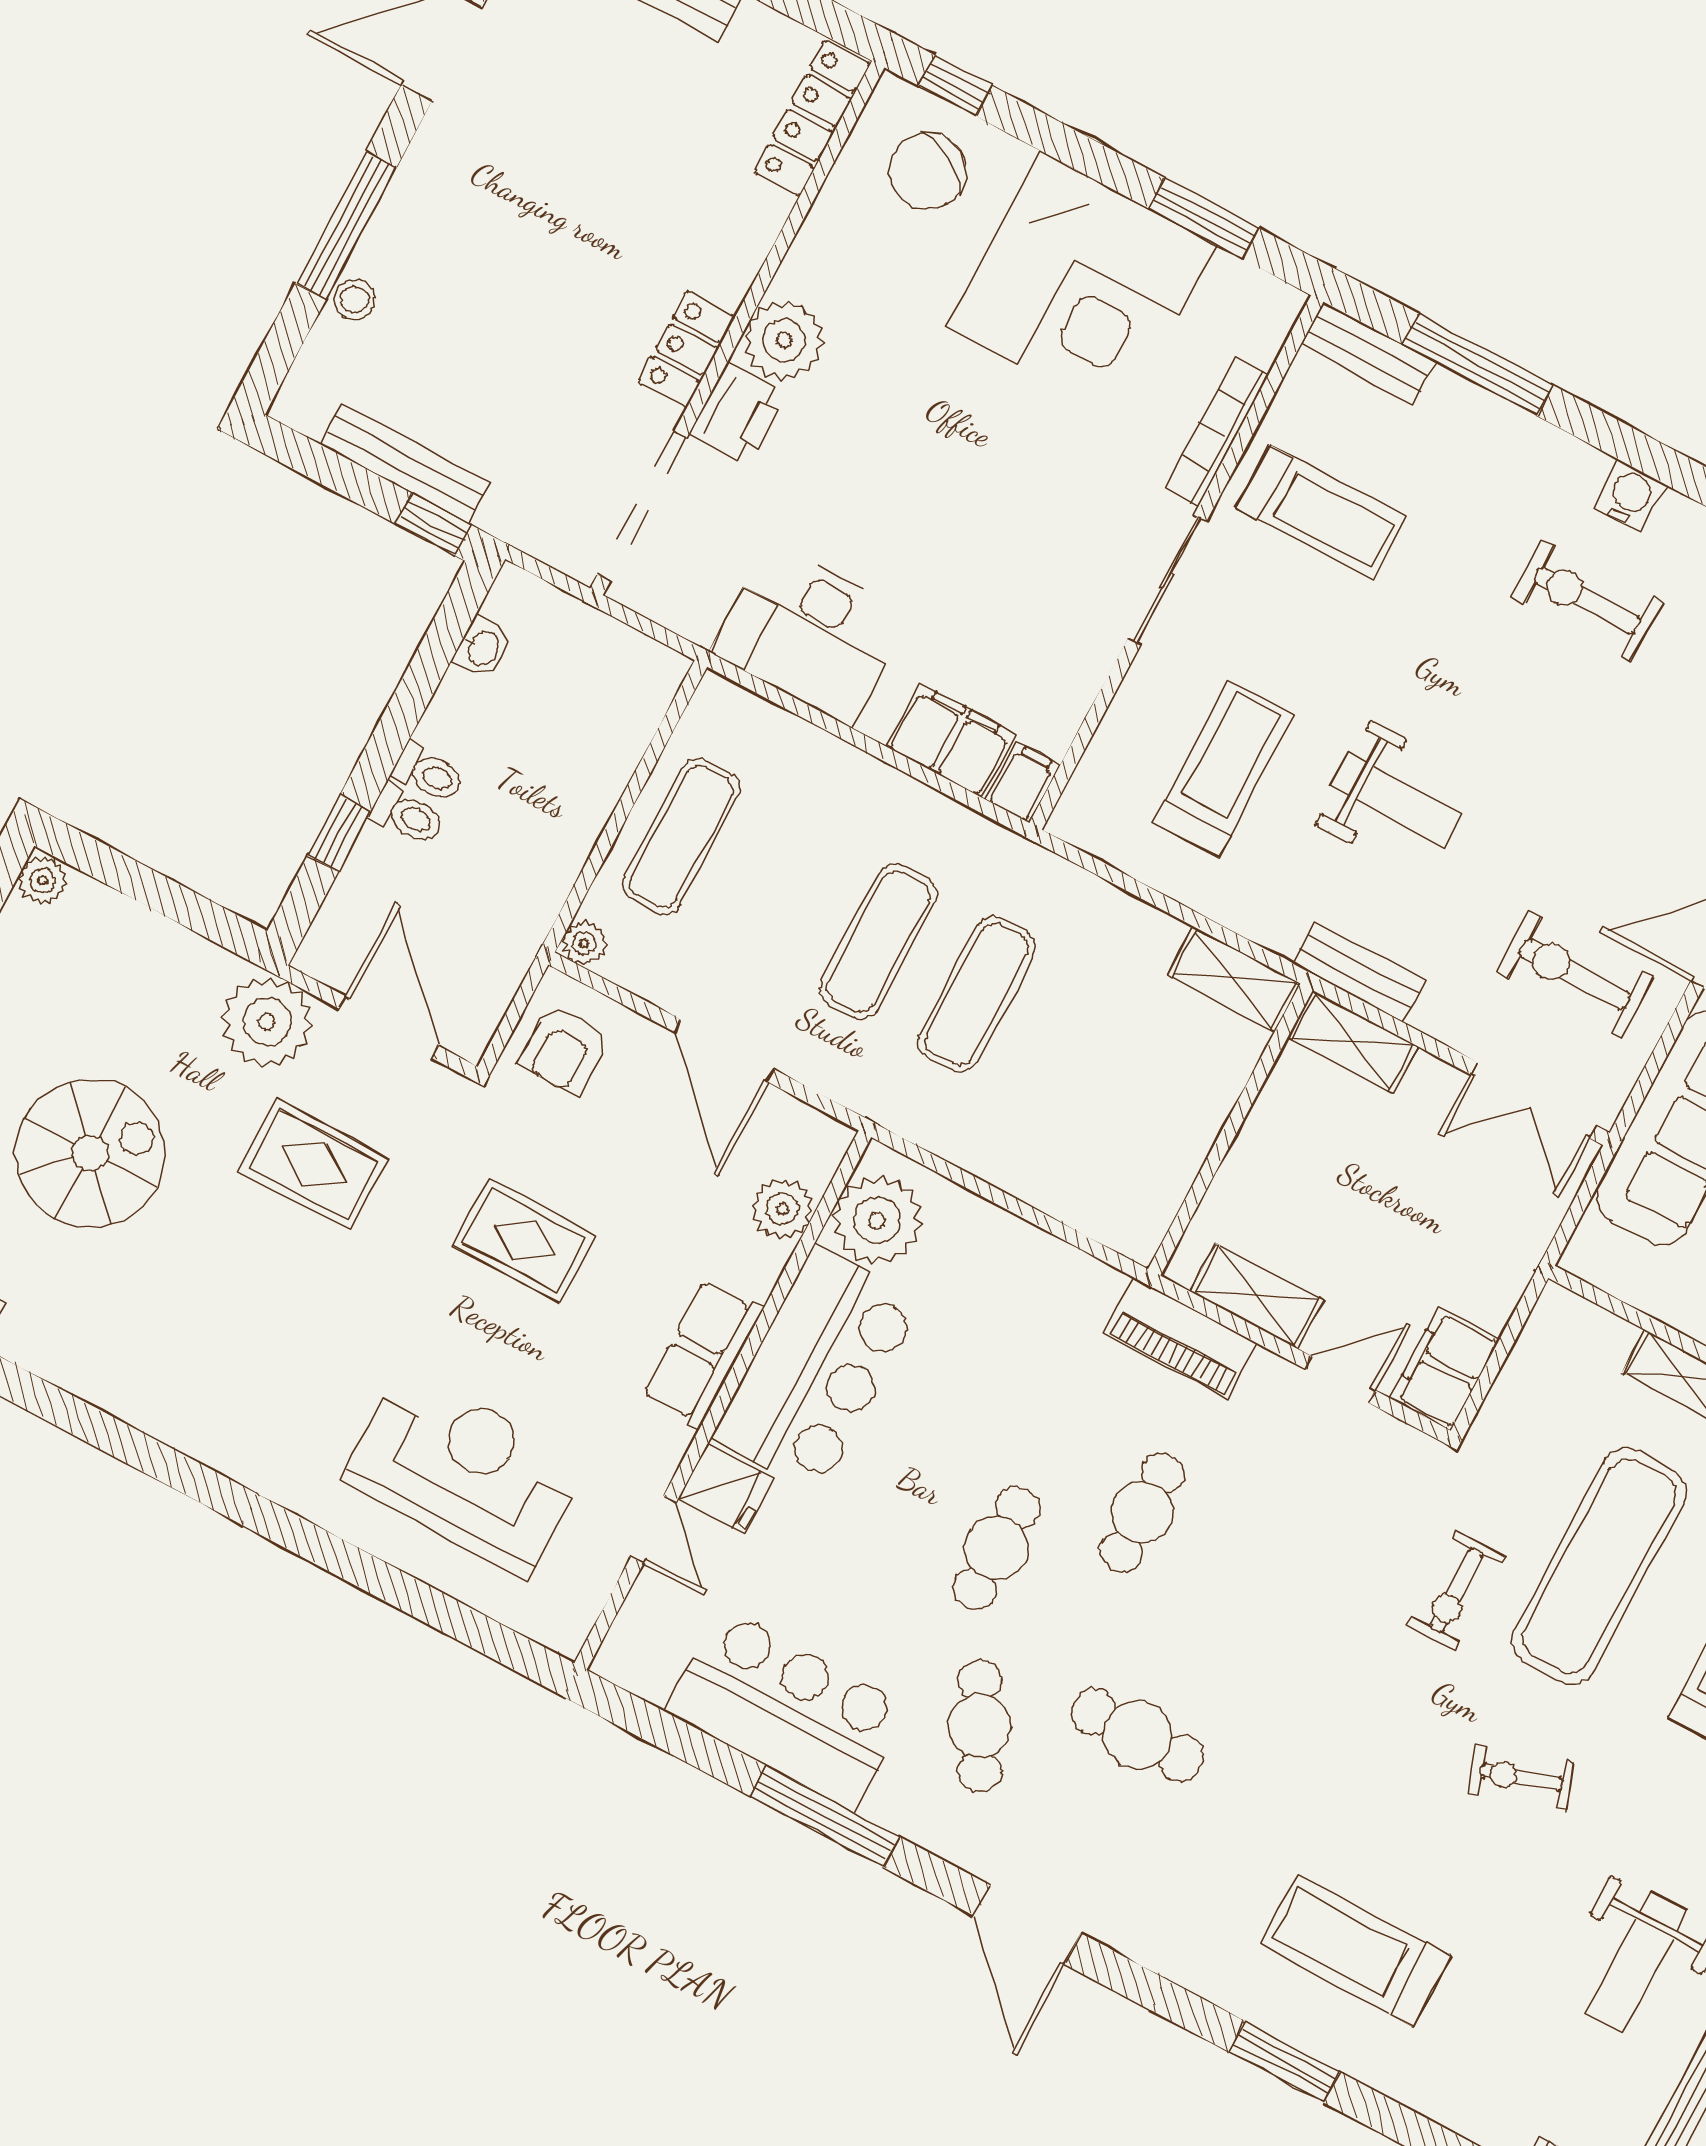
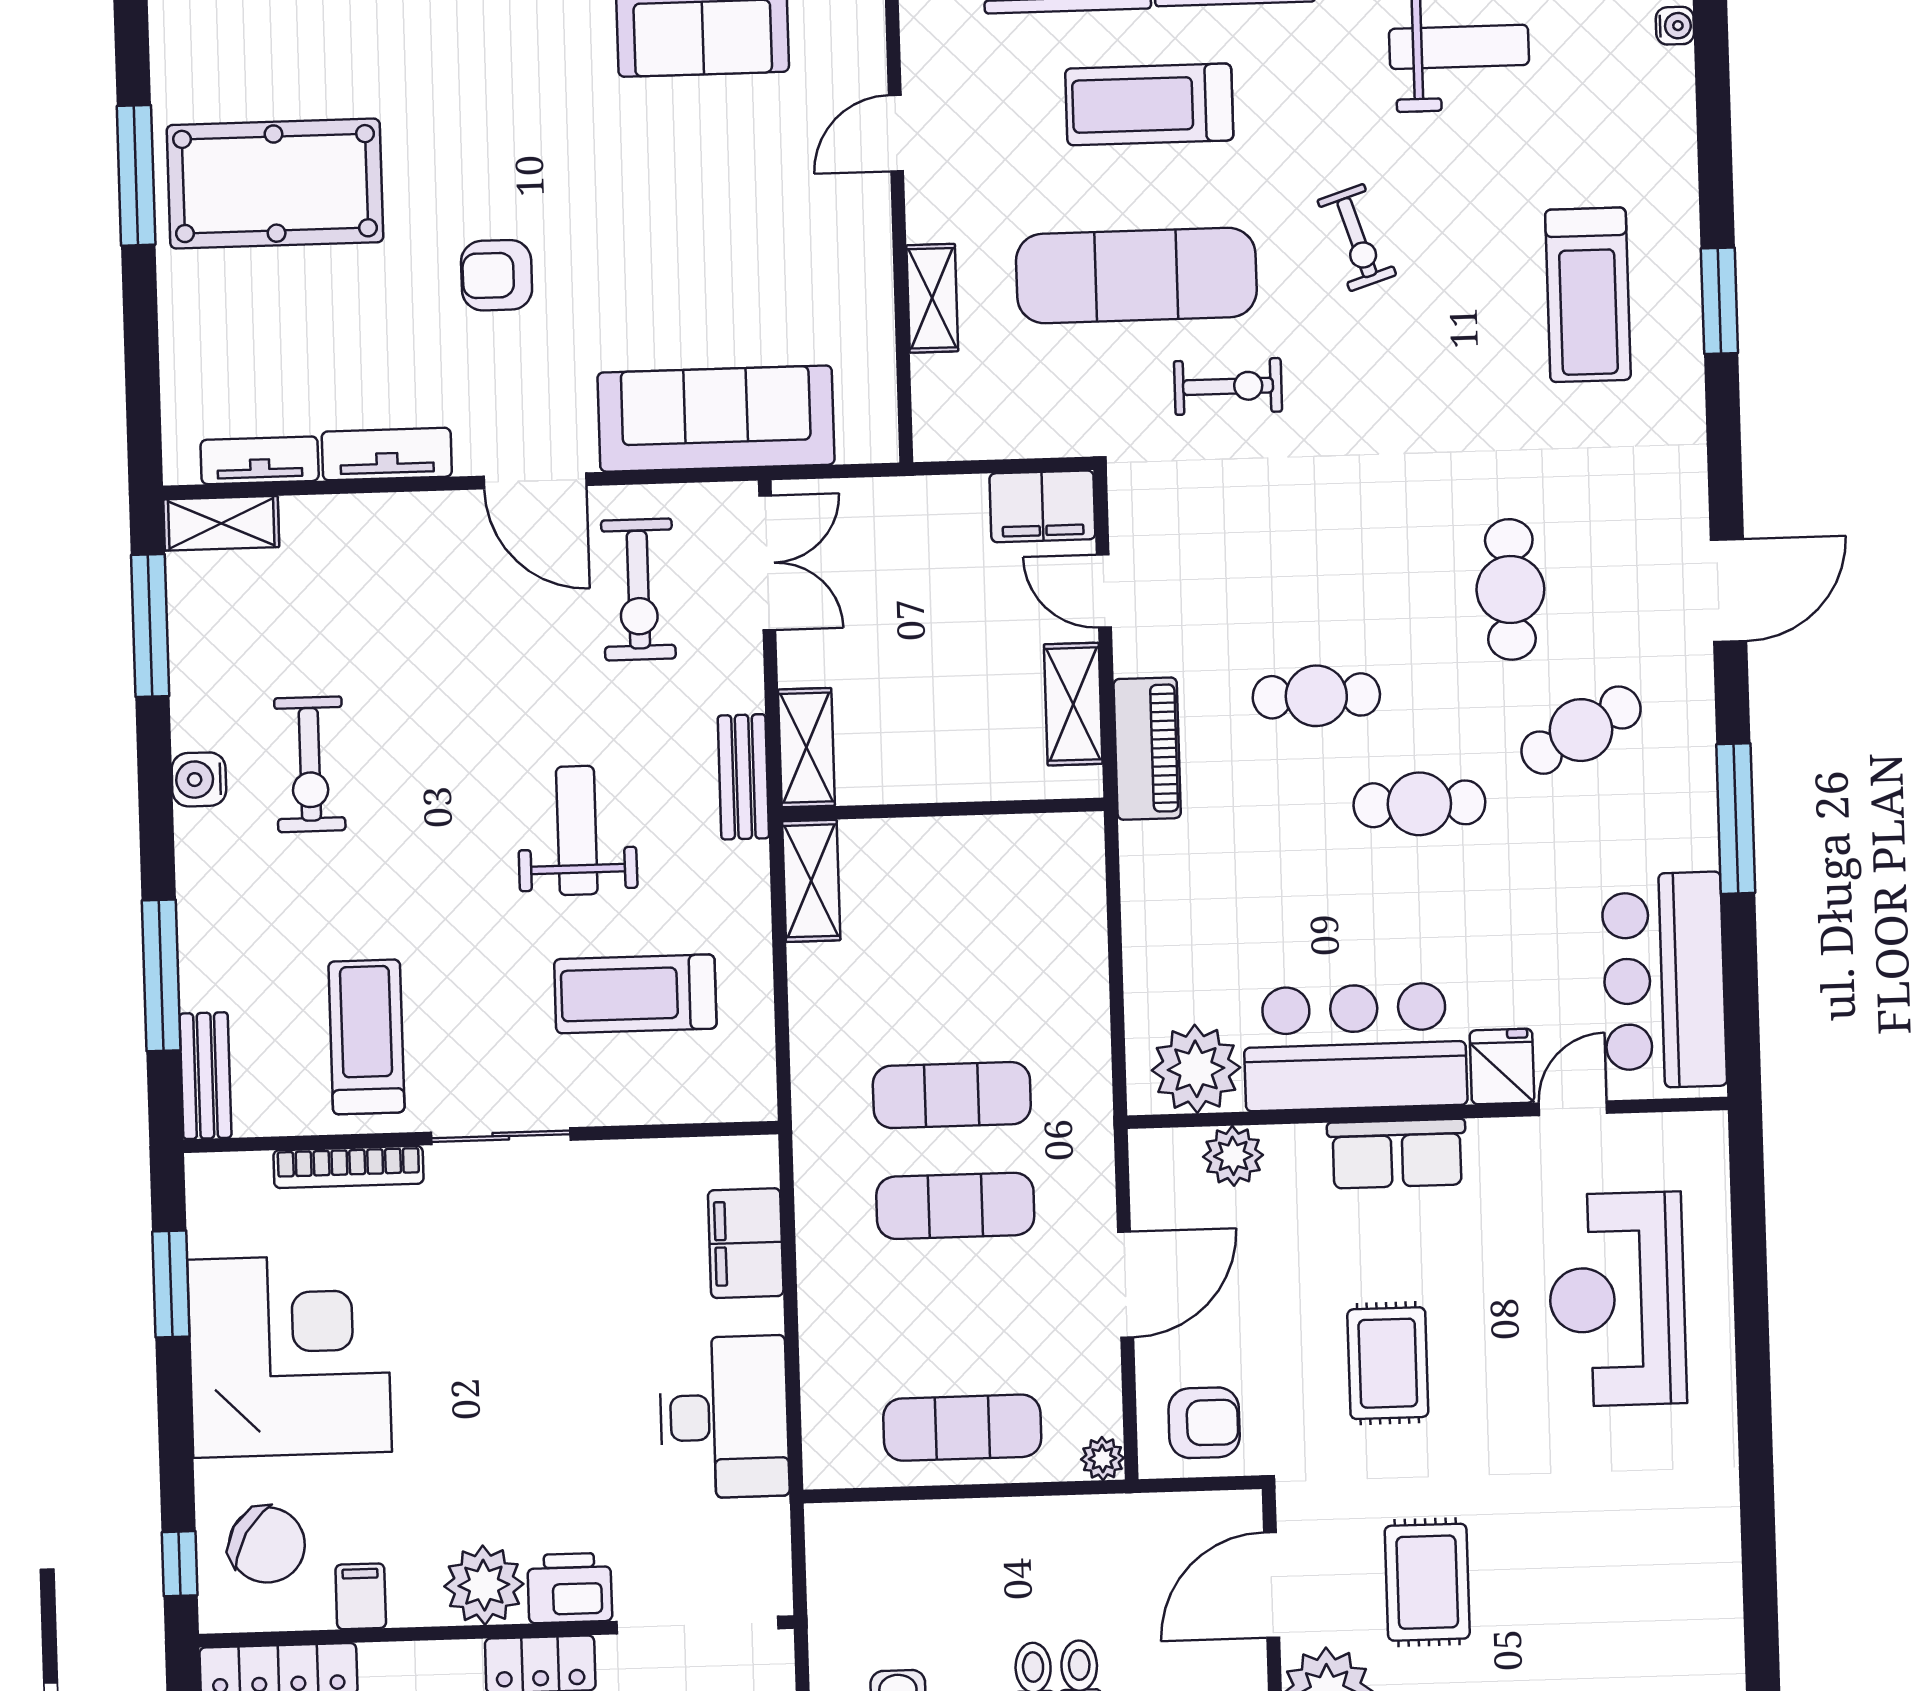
filing cabinet: (1023, 783) -> (361, 1596), moved, turned 90
bar counter: (788, 1710) -> (1664, 980), moved

